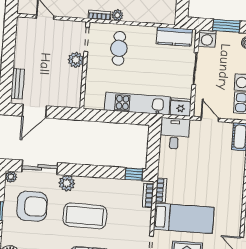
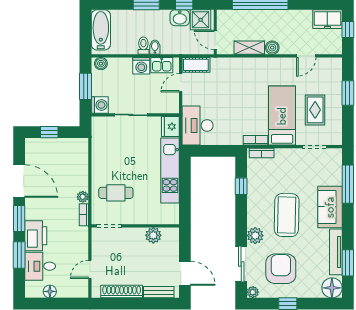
kitchen counter: (174, 37) -> (100, 138), removed
shoe rack: (21, 47) -> (122, 292), added
plant: (76, 60) -> (153, 235), moved
door: (210, 119) -> (181, 83), moved
desk: (174, 134) -> (198, 126), width x1.37
window: (134, 174) -> (241, 186), moved

